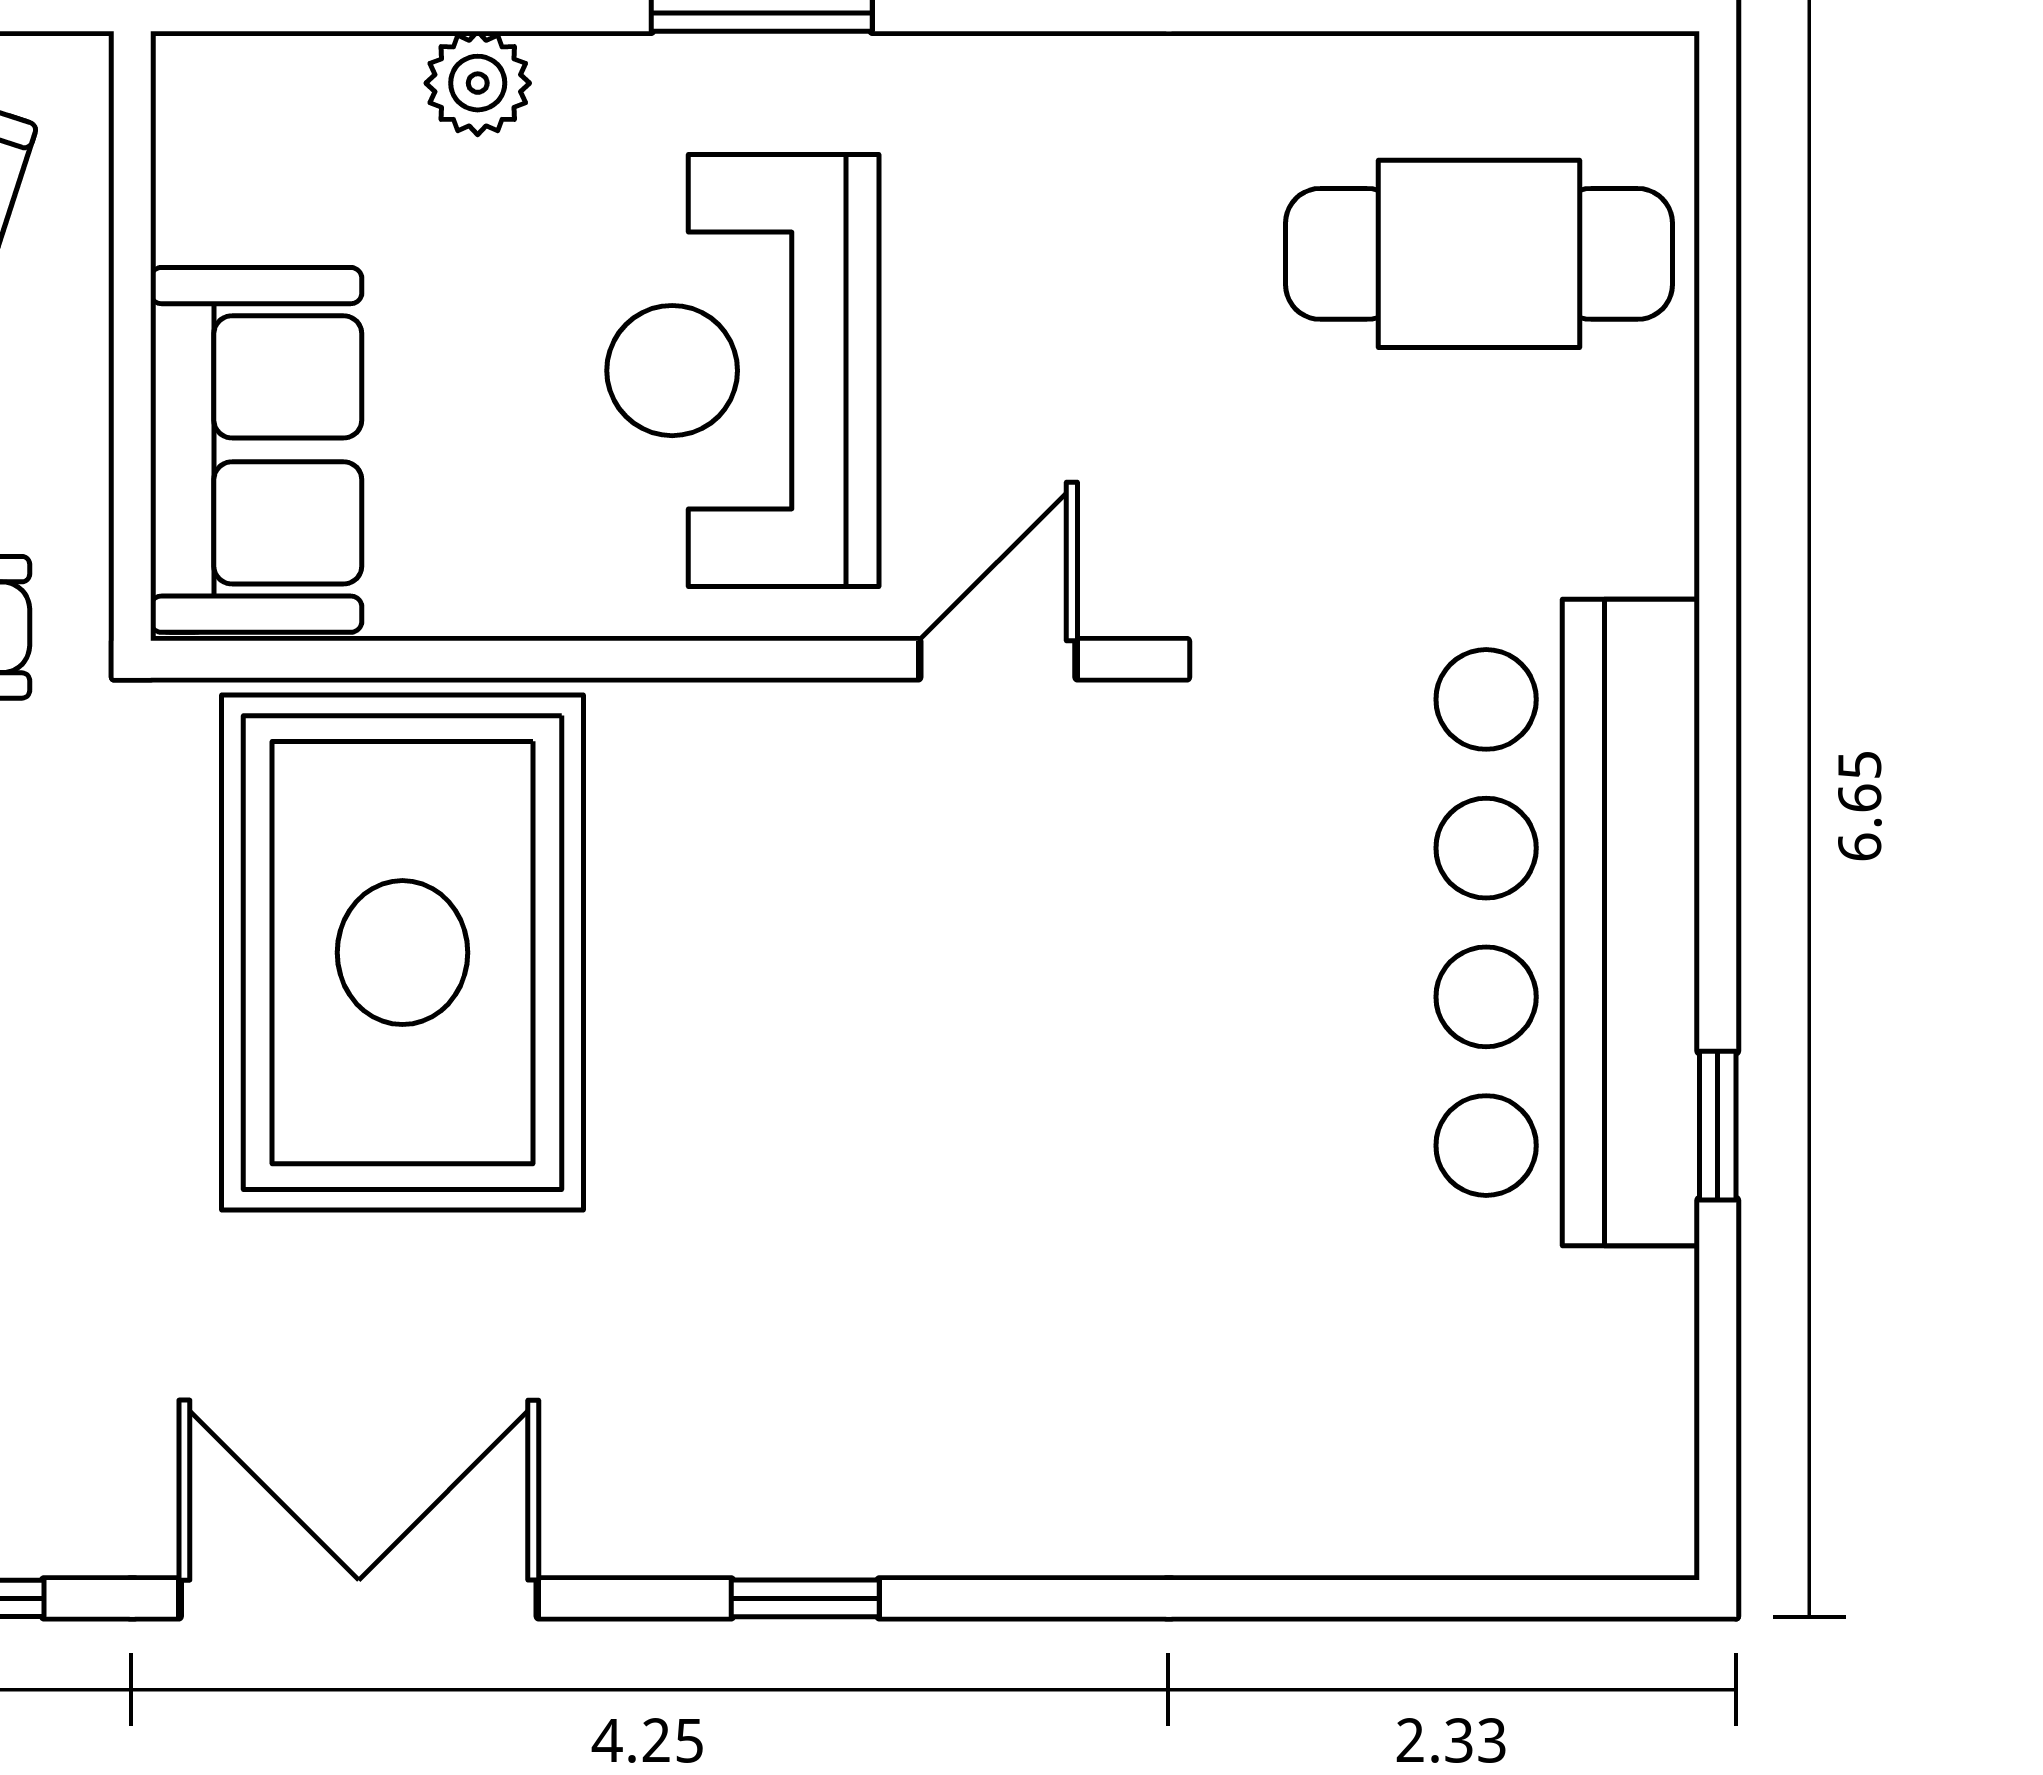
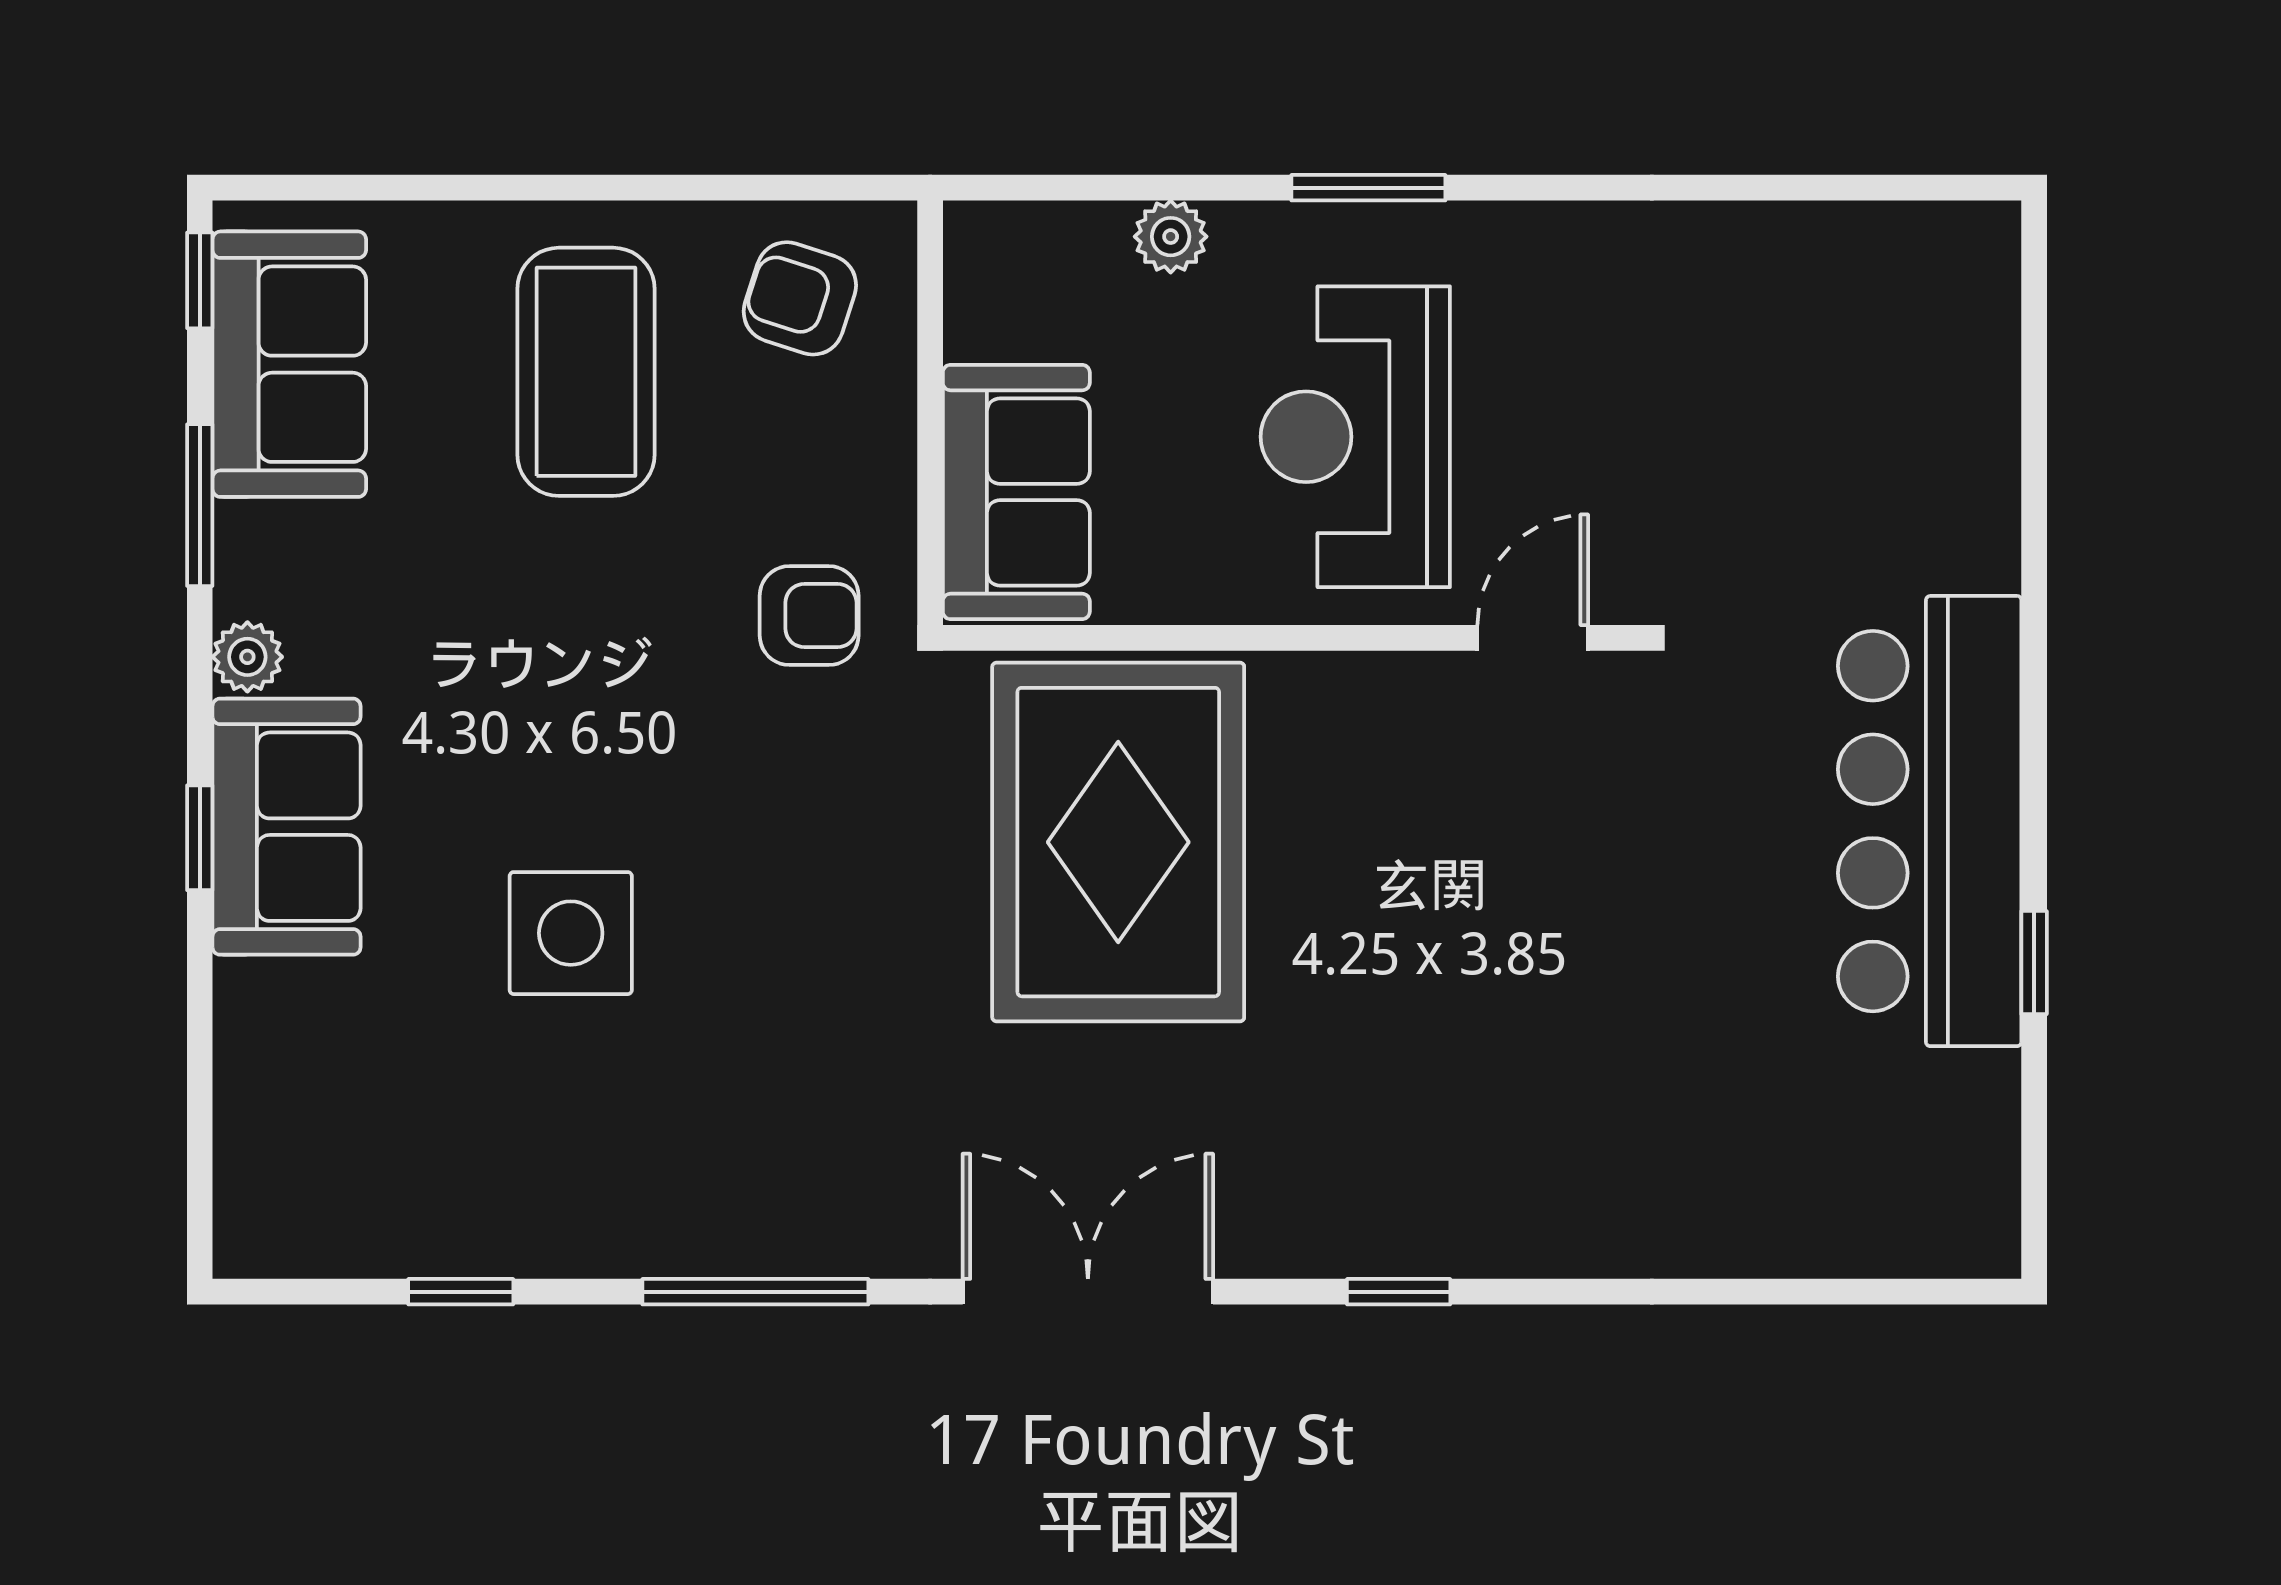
cafe table: (1479, 254) -> (1868, 356), removed

